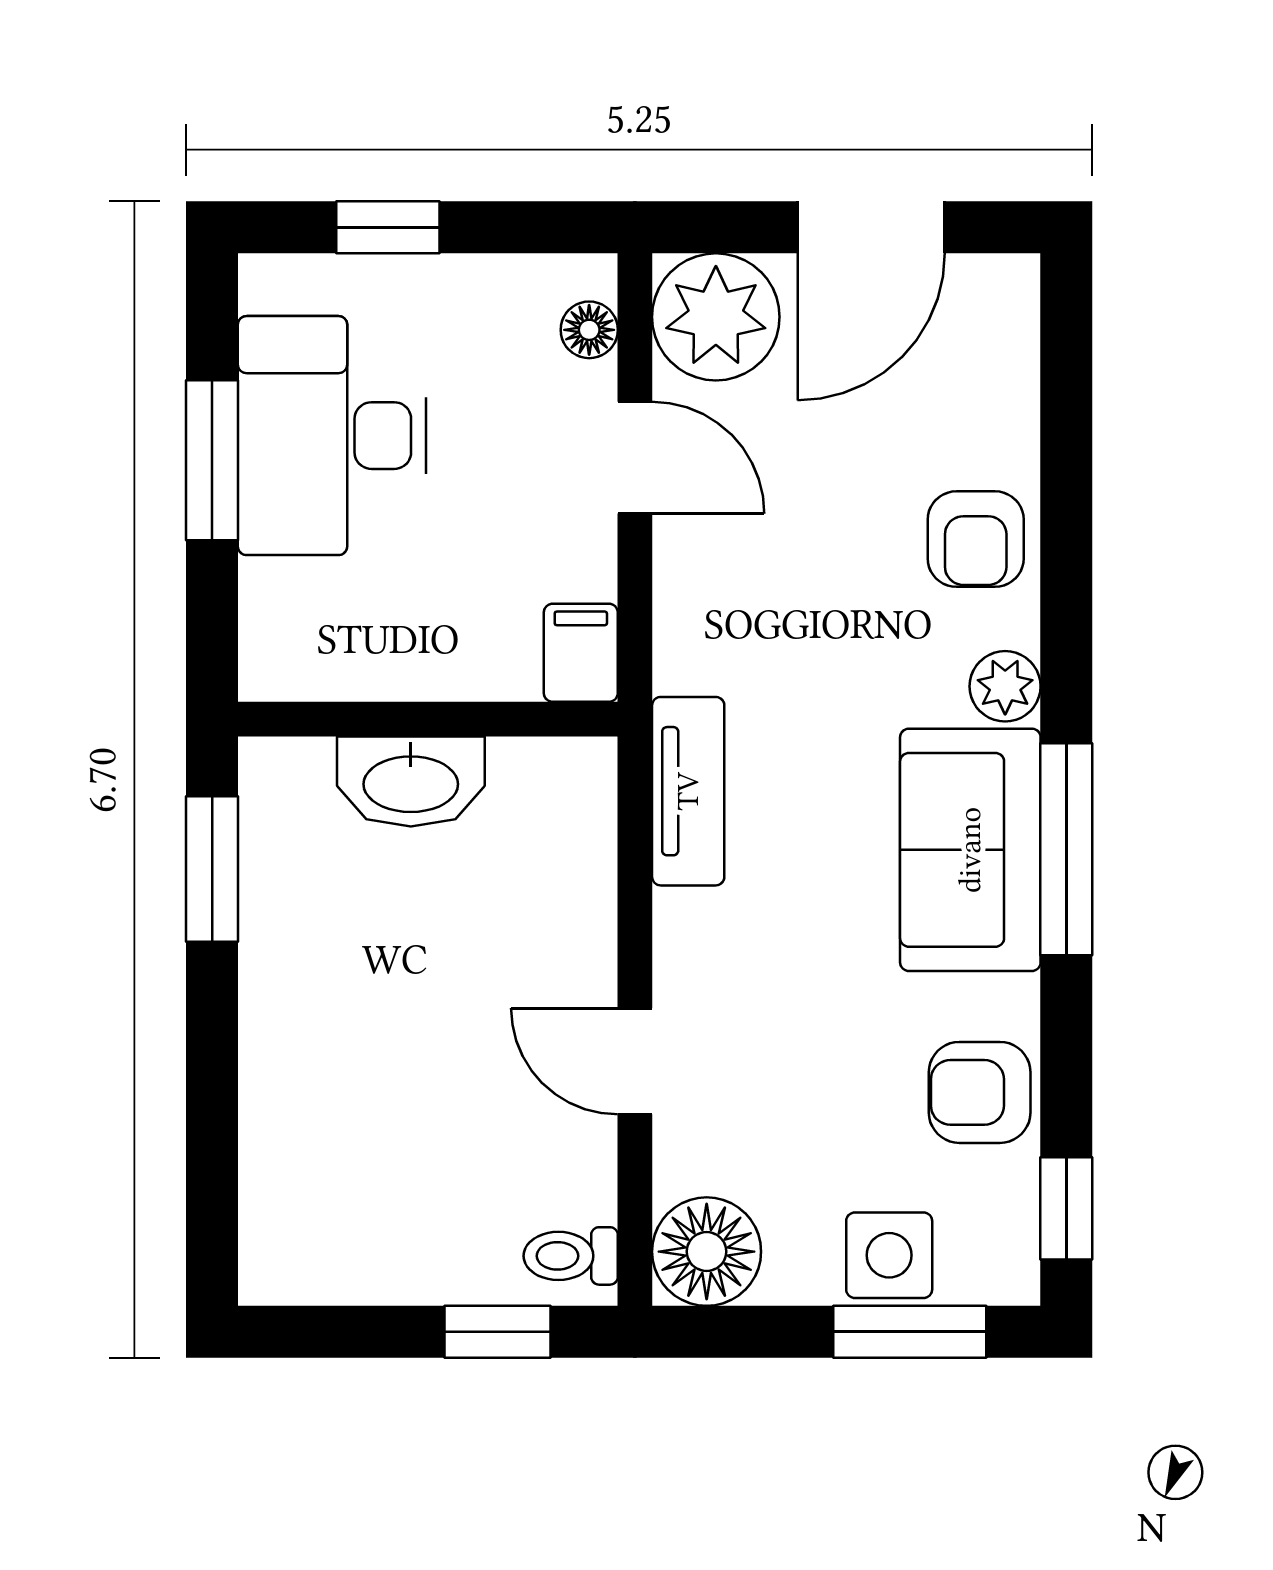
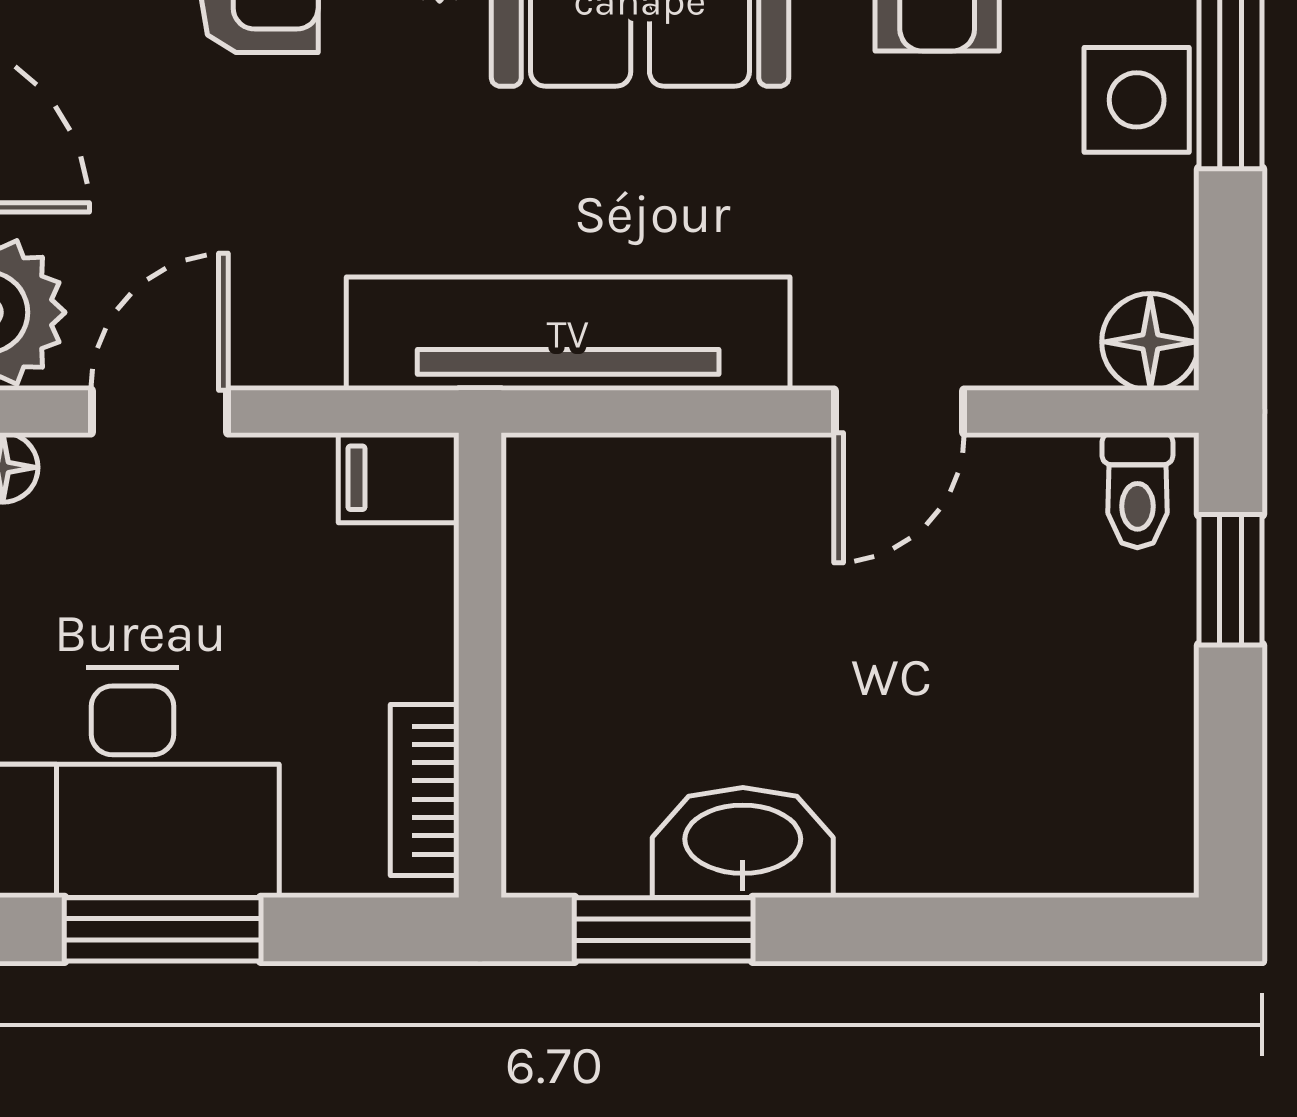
bookcase: (326, 674) -> (425, 790), added
washbasin: (411, 781) -> (743, 843), moved, turned -90
tv unit: (688, 791) -> (568, 334), width x1.92, depth x1.29
floor lamp: (707, 1252) -> (1150, 342), width x0.73, depth x0.73

